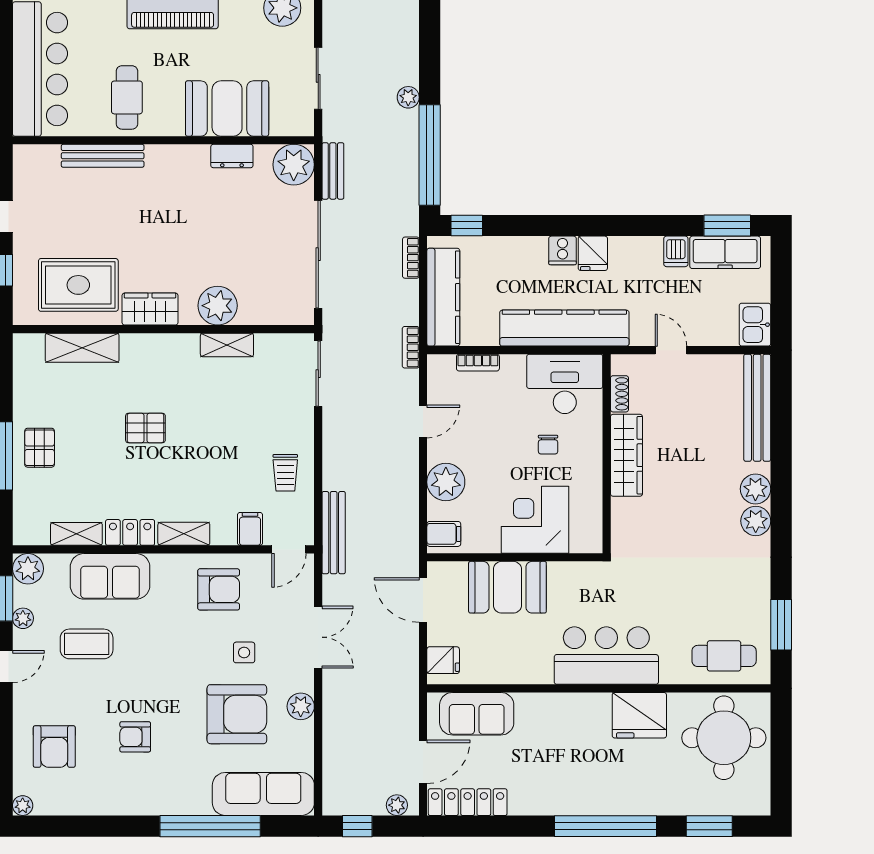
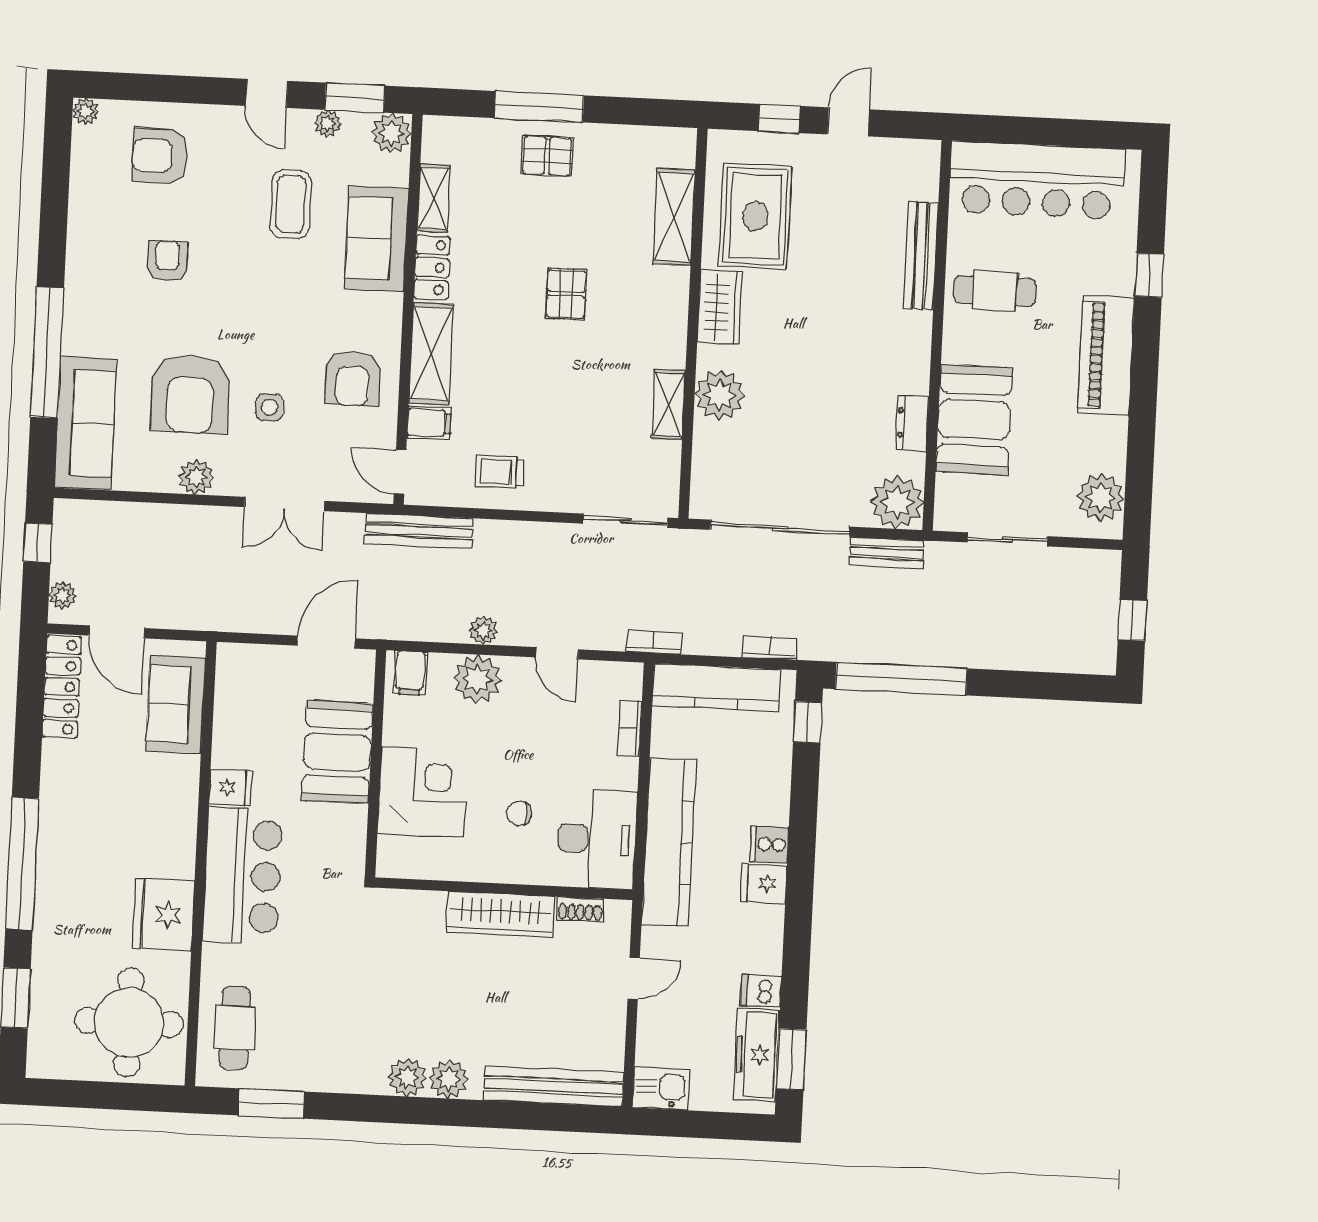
plant: (408, 97) -> (483, 630), moved
shelving: (184, 534) -> (431, 354), width x1.50, depth x1.33
fridge: (443, 660) -> (230, 787), moved, turned -90

